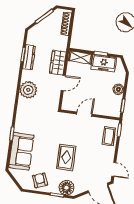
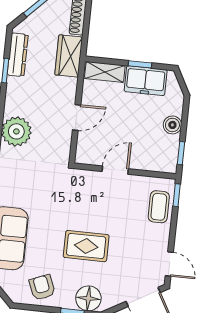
dresser: (29, 57) -> (18, 55), moved
wardrobe: (58, 63) -> (69, 56), moved
rug: (66, 157) -> (86, 246), turned 90

